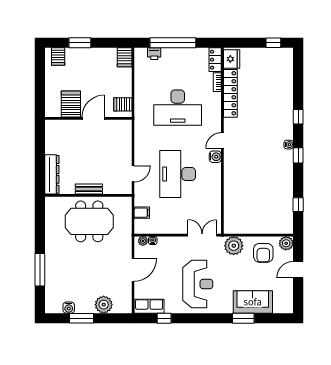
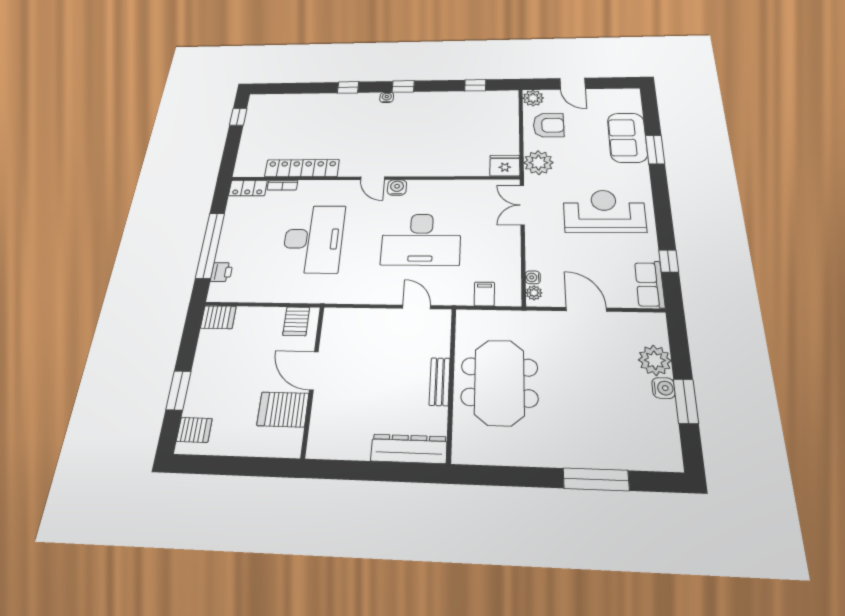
fridge: (232, 59) -> (505, 166), moved
water cooler: (69, 308) -> (664, 388), moved

